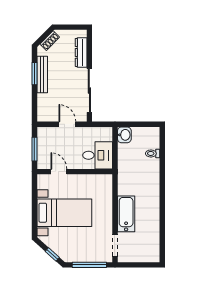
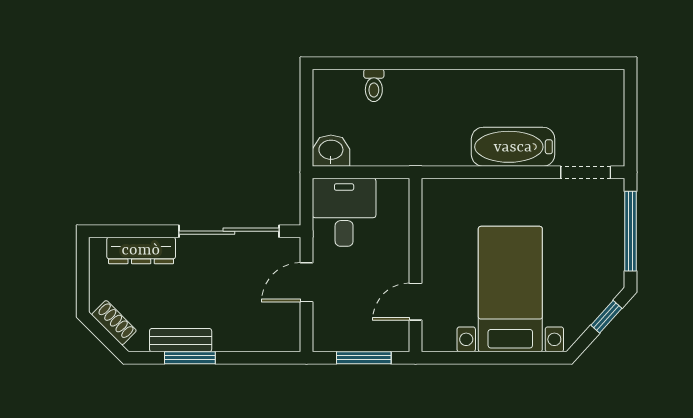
bench: (42, 74) -> (181, 340), width x0.73
desk: (98, 155) -> (344, 212), moved

